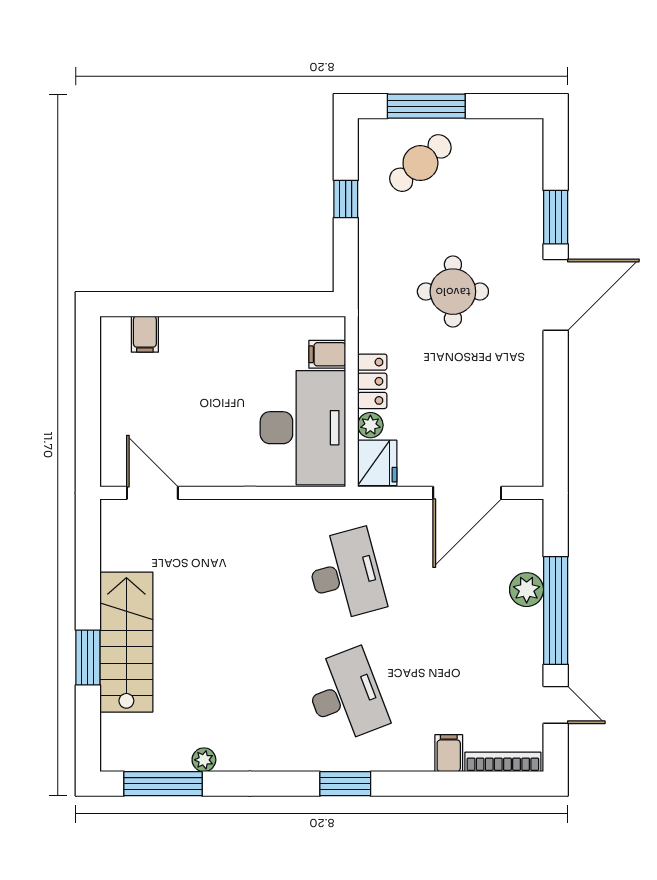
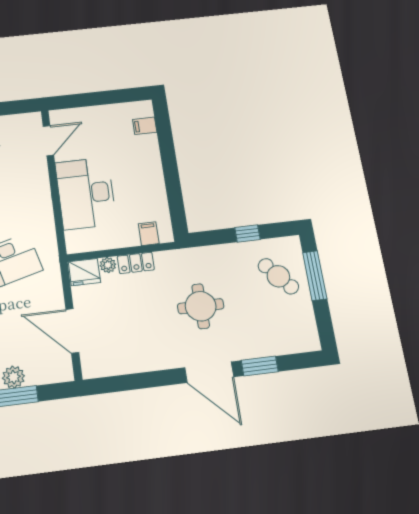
desk: (303, 428) -> (86, 193), moved, turned 90

